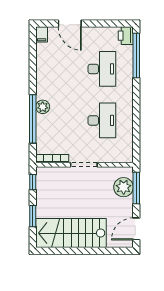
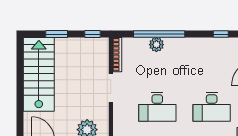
window: (33, 60) -> (221, 34), added
plant: (43, 107) -> (156, 45), moved

